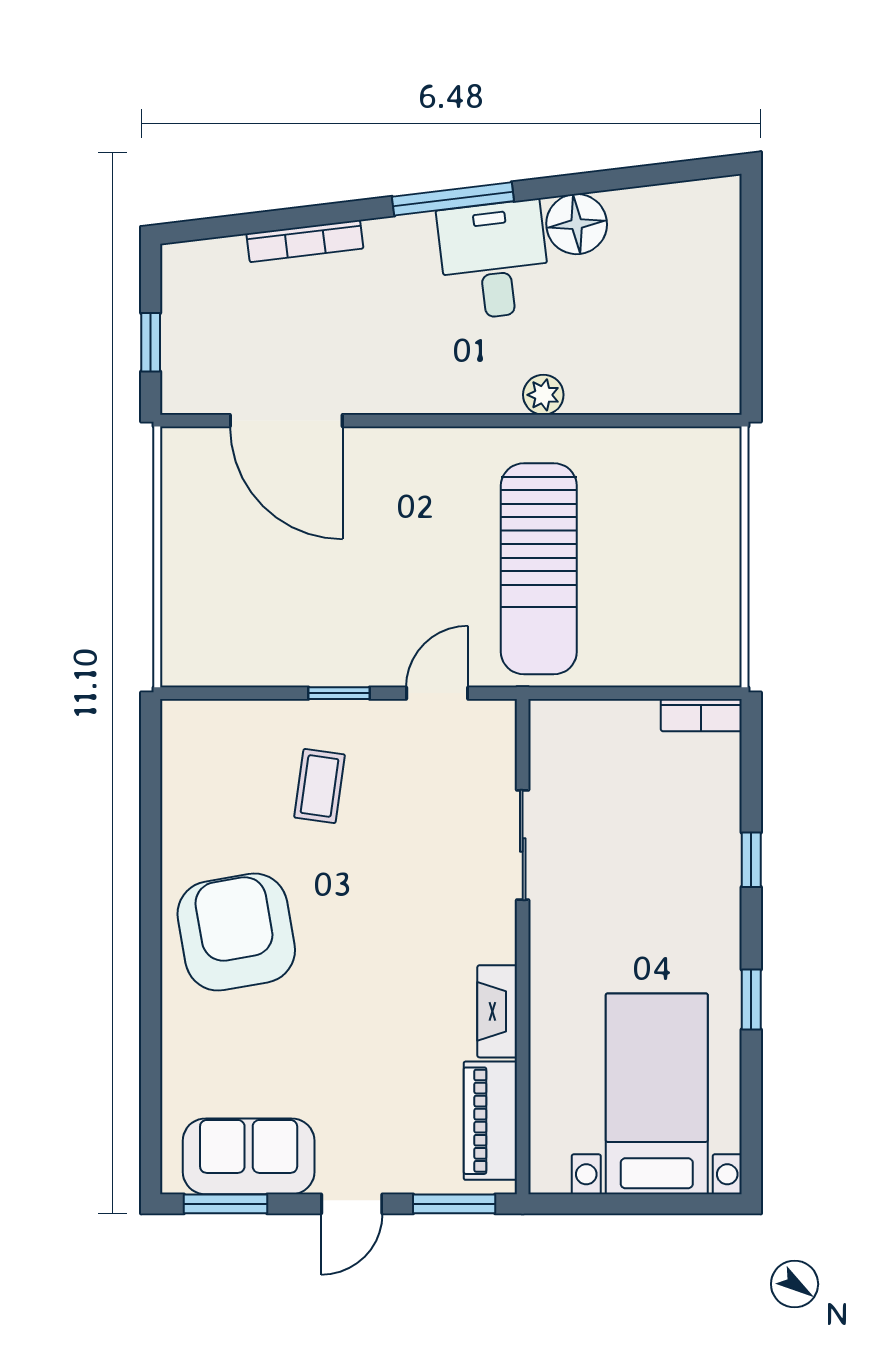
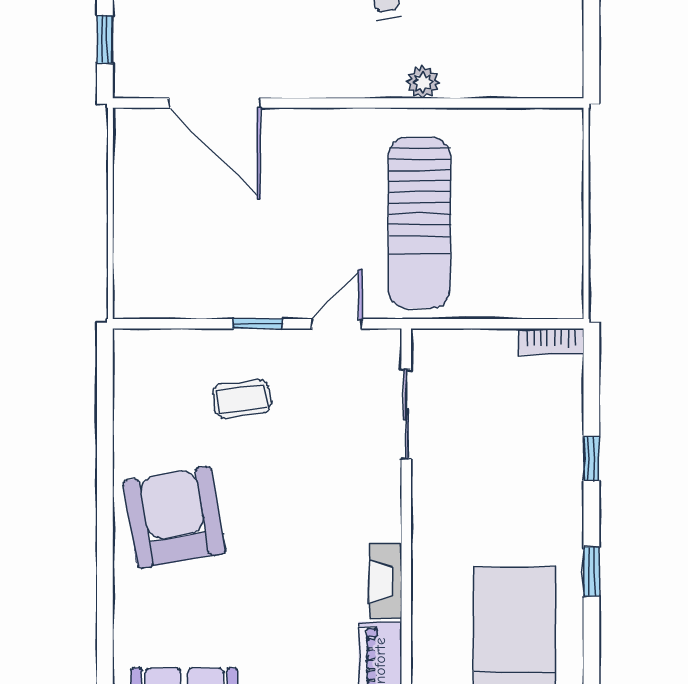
coffee table: (320, 786) -> (242, 399), turned 75
sliding door: (523, 845) -> (406, 415), moved

